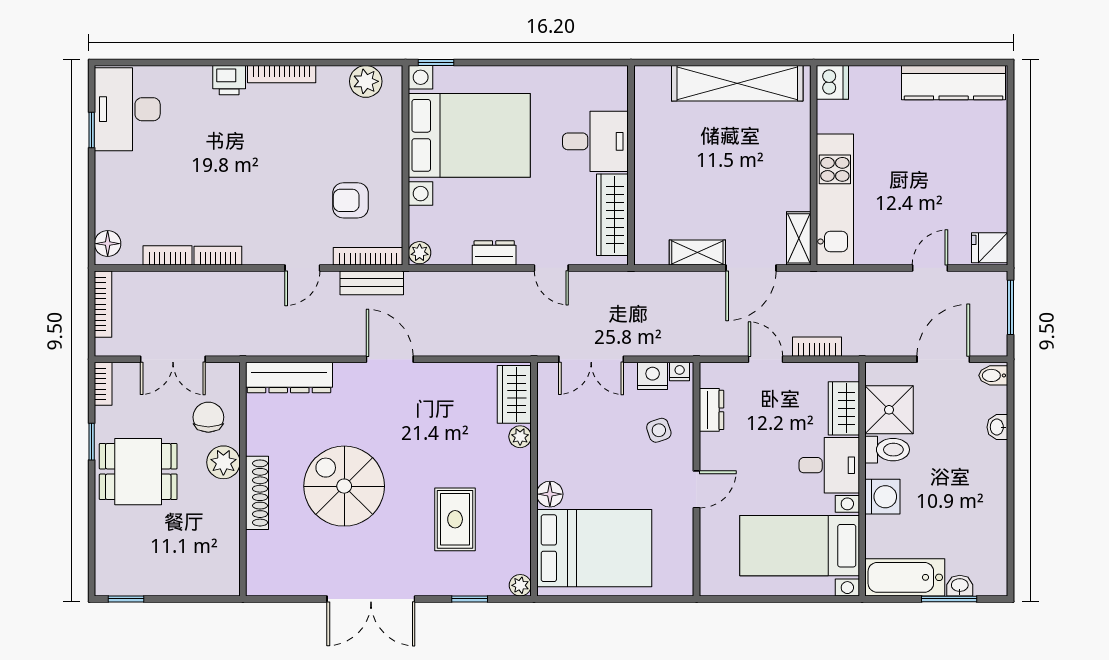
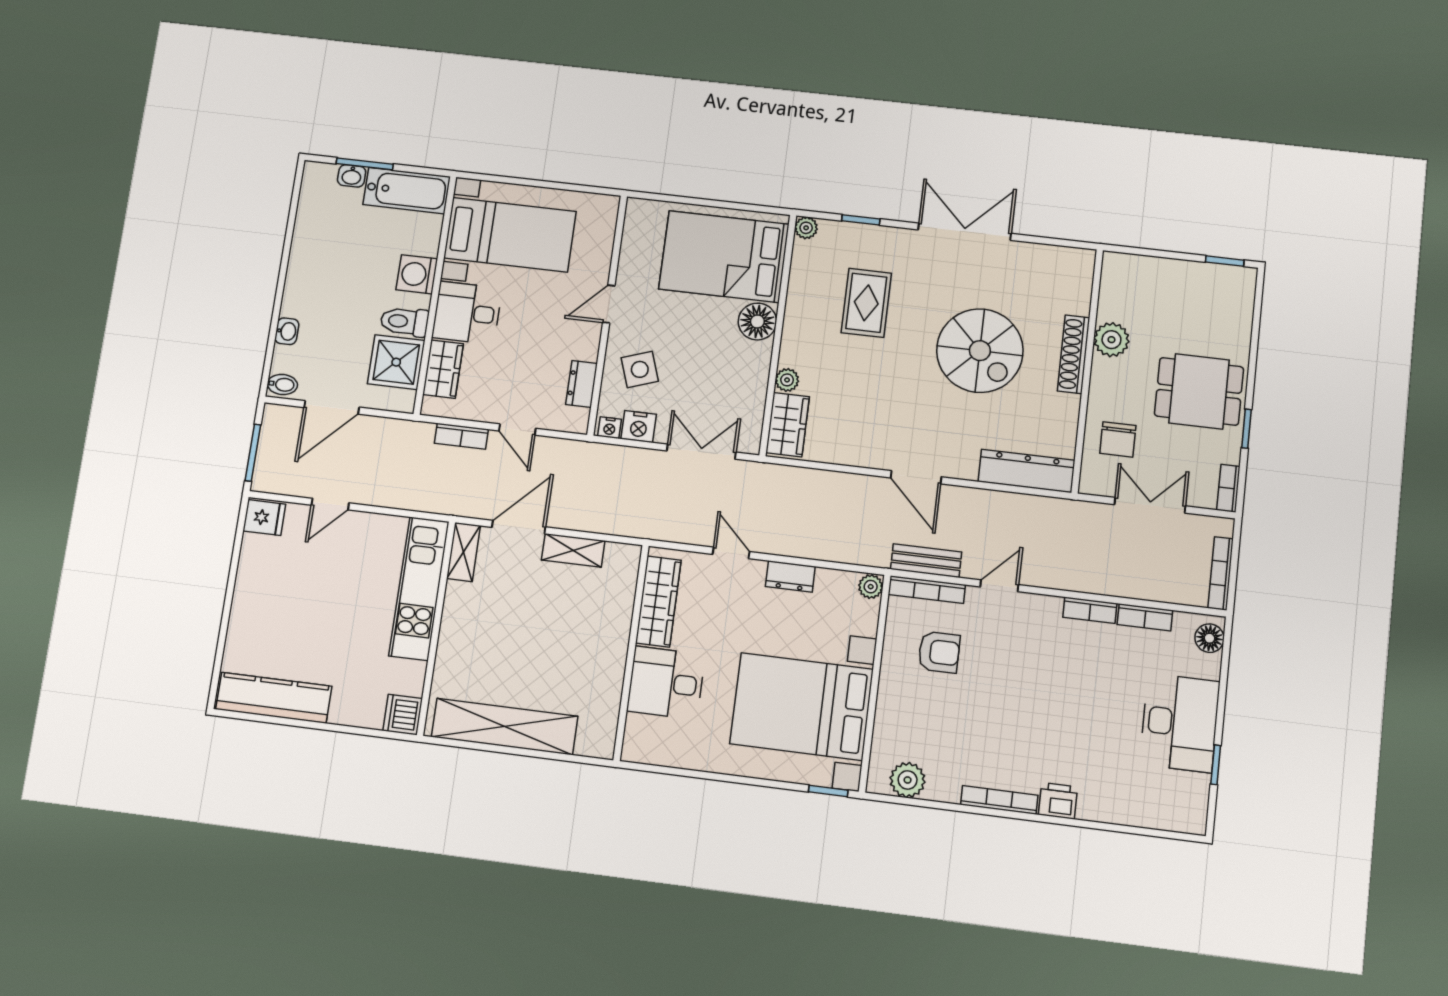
desk: (127, 109) -> (1180, 723), moved
side table: (659, 430) -> (640, 369), width x1.37, depth x1.37
plant: (223, 462) -> (1111, 340), moved
floor lamp: (550, 494) -> (757, 321), width x1.38, depth x1.38

